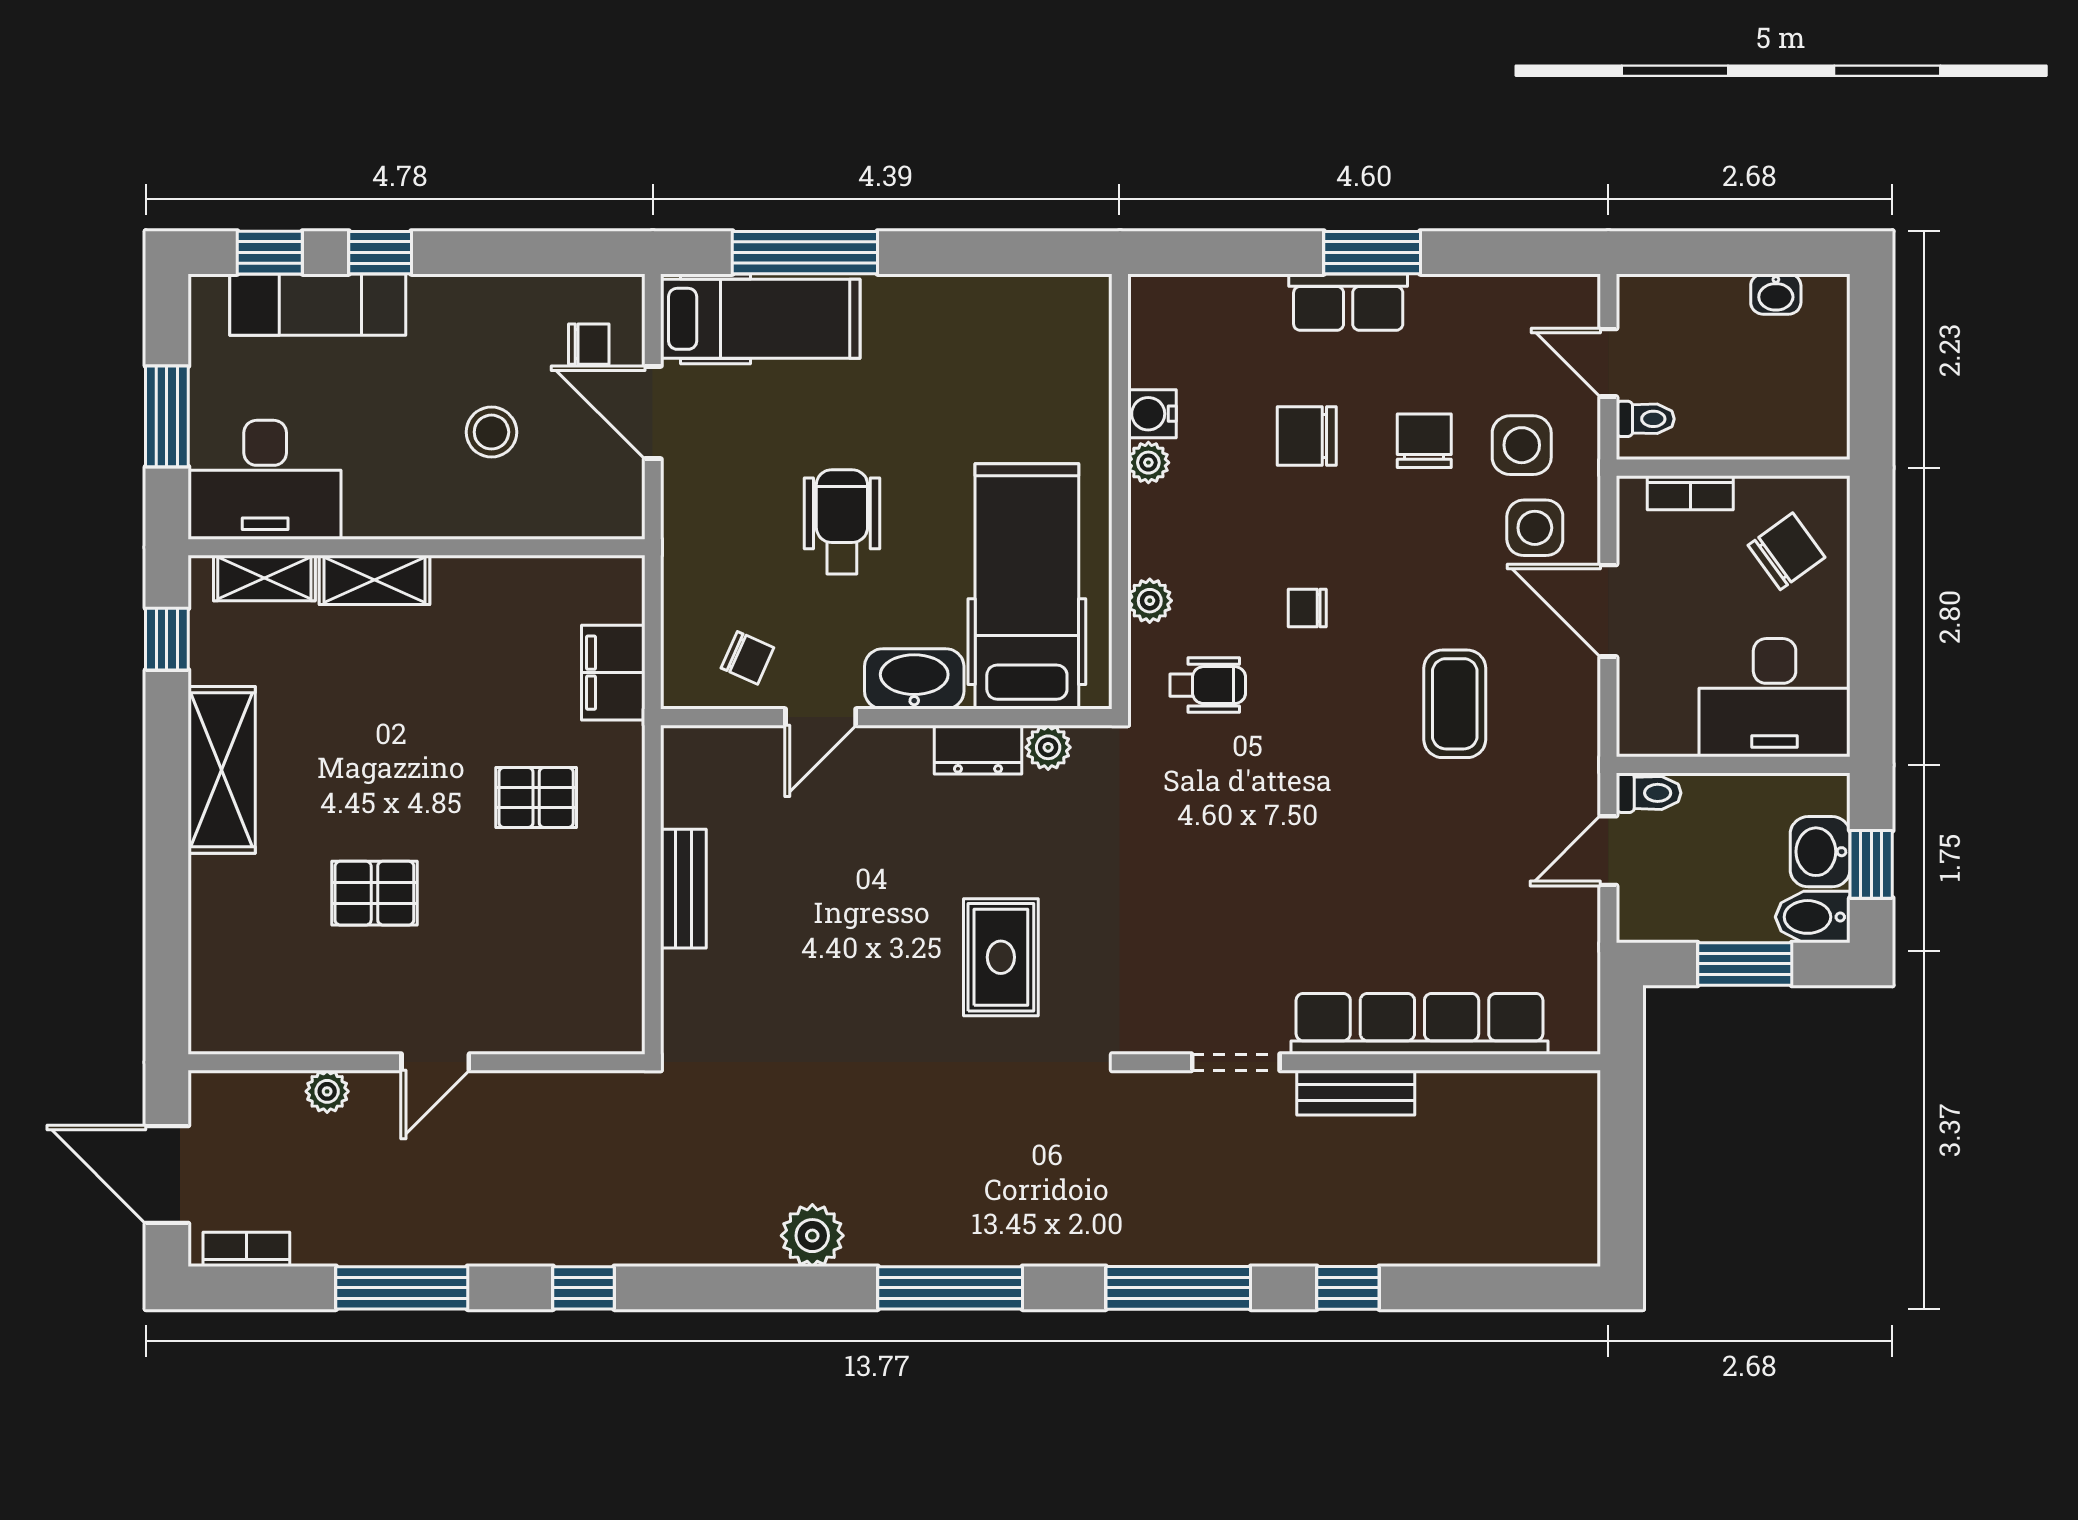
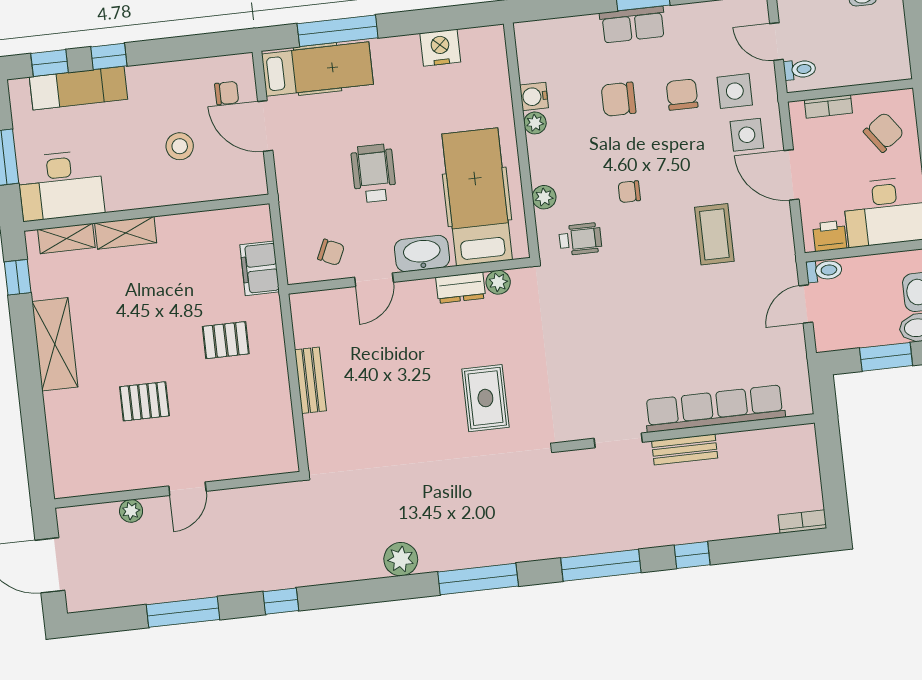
nightstand: (990, 305) -> (440, 48), added
printer: (1666, 731) -> (830, 236), added
bookcase: (246, 1249) -> (802, 522), moved

